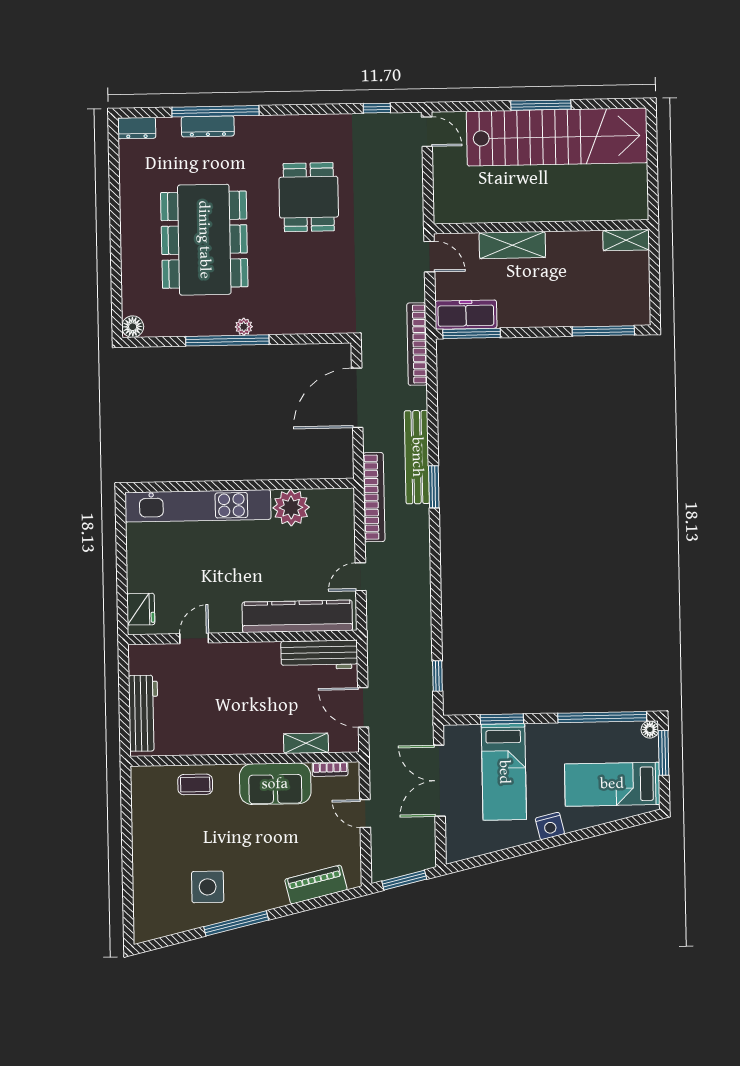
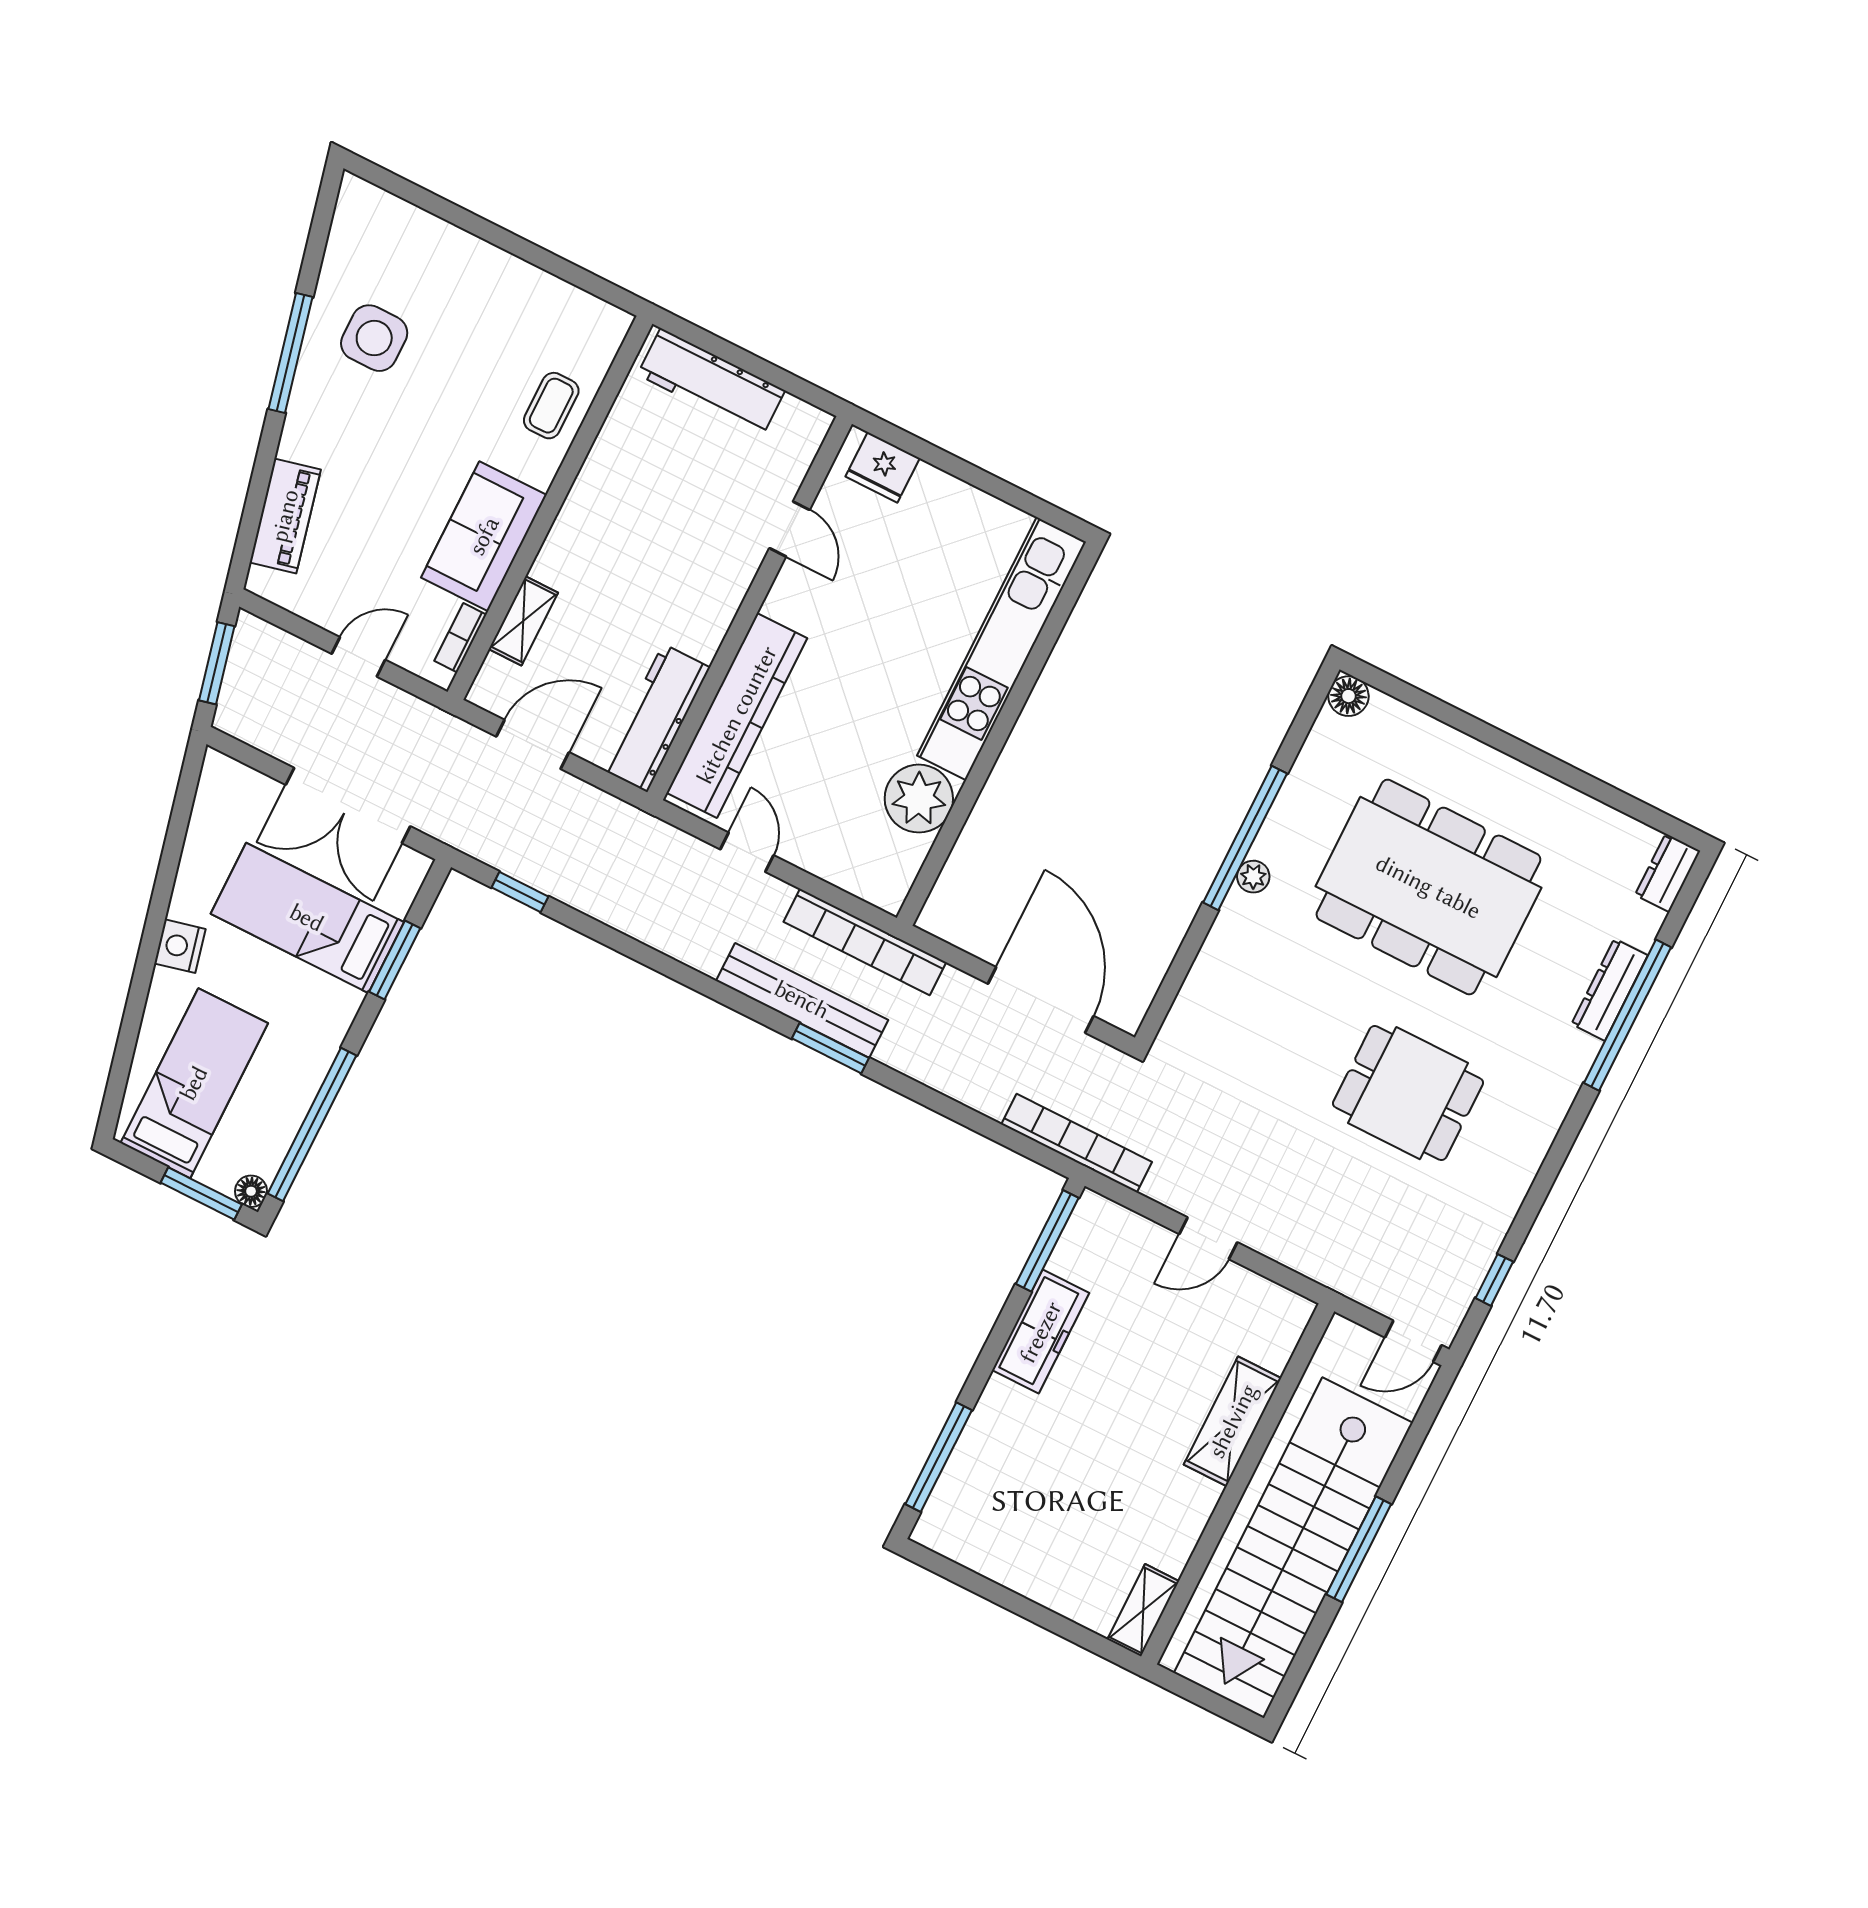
wall: (541, 227) -> (1238, 1484), moved
shelving: (626, 240) -> (1143, 1610), moved
shelving: (512, 245) -> (1233, 1421), moved
freezer: (466, 315) -> (1041, 1332), moved
bench: (417, 457) -> (802, 1000), moved
double door: (439, 781) -> (348, 806), swing flipped

